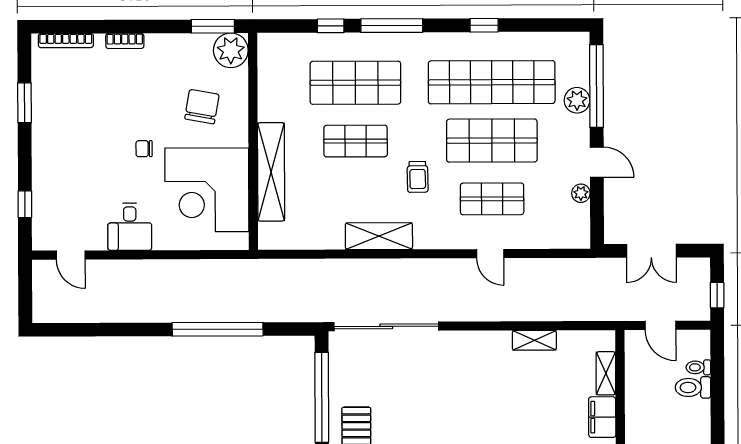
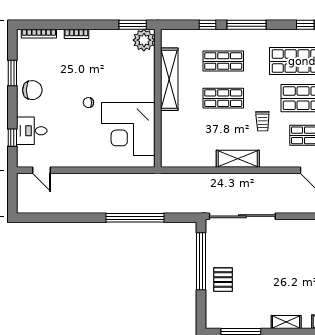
shop shelf: (355, 83) -> (223, 61), width x0.70, depth x0.74
chair: (202, 107) -> (32, 90), moved, turned 80
shelving: (271, 172) -> (169, 79), moved
desk: (130, 227) -> (32, 131), moved, turned 90

